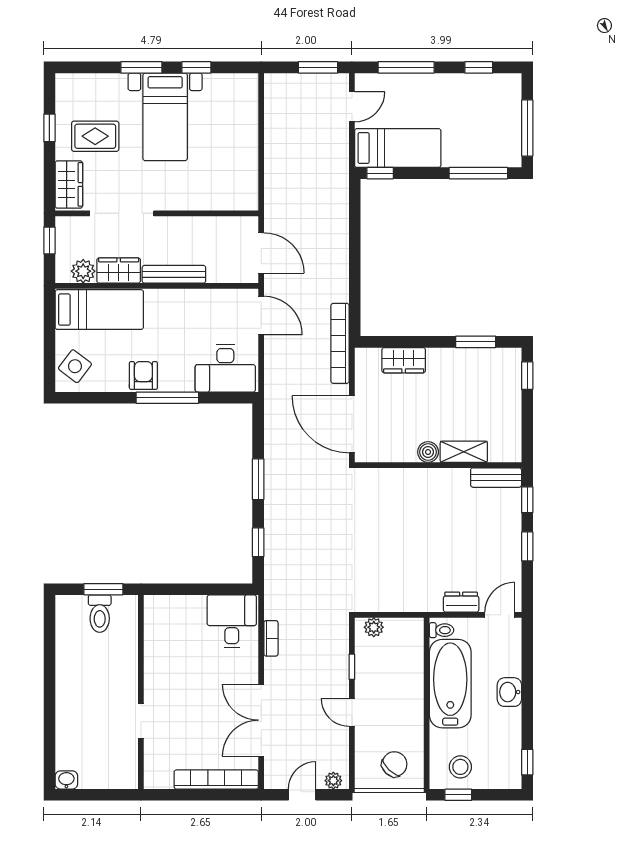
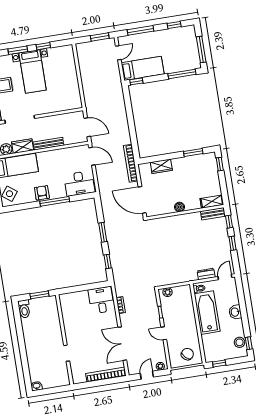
shelving: (464, 452) -> (212, 202), moved
toilet: (100, 614) -> (24, 309), moved
stool: (460, 767) -> (240, 342), moved

